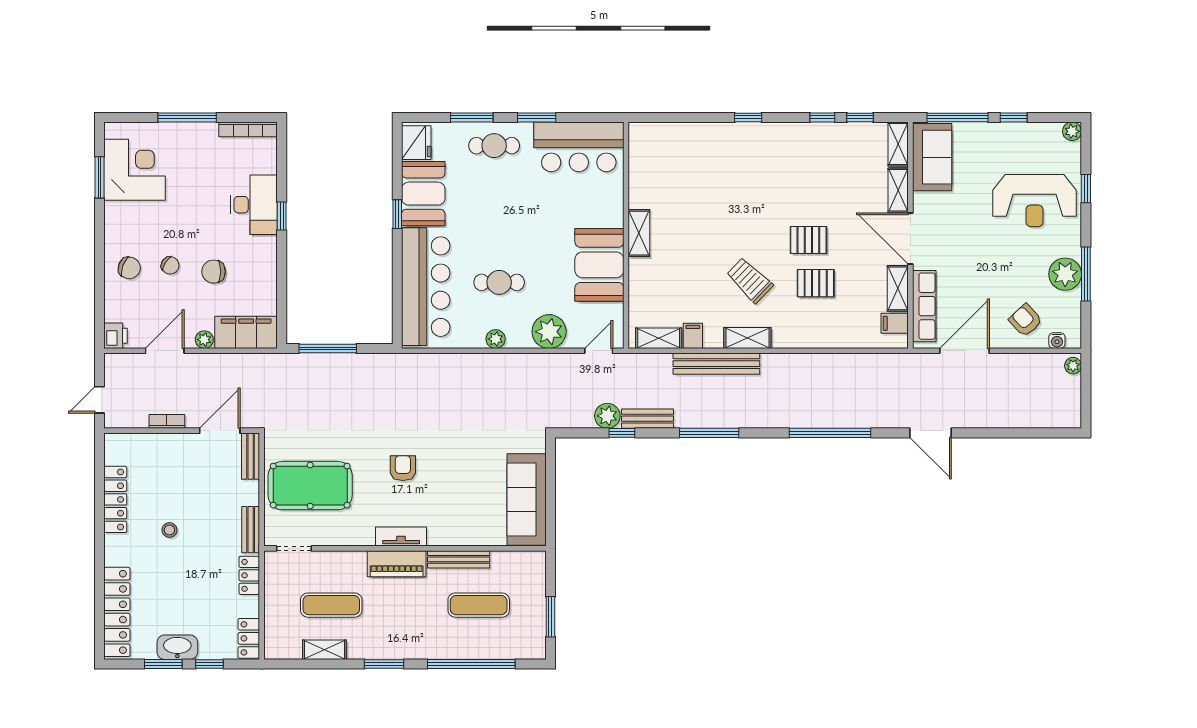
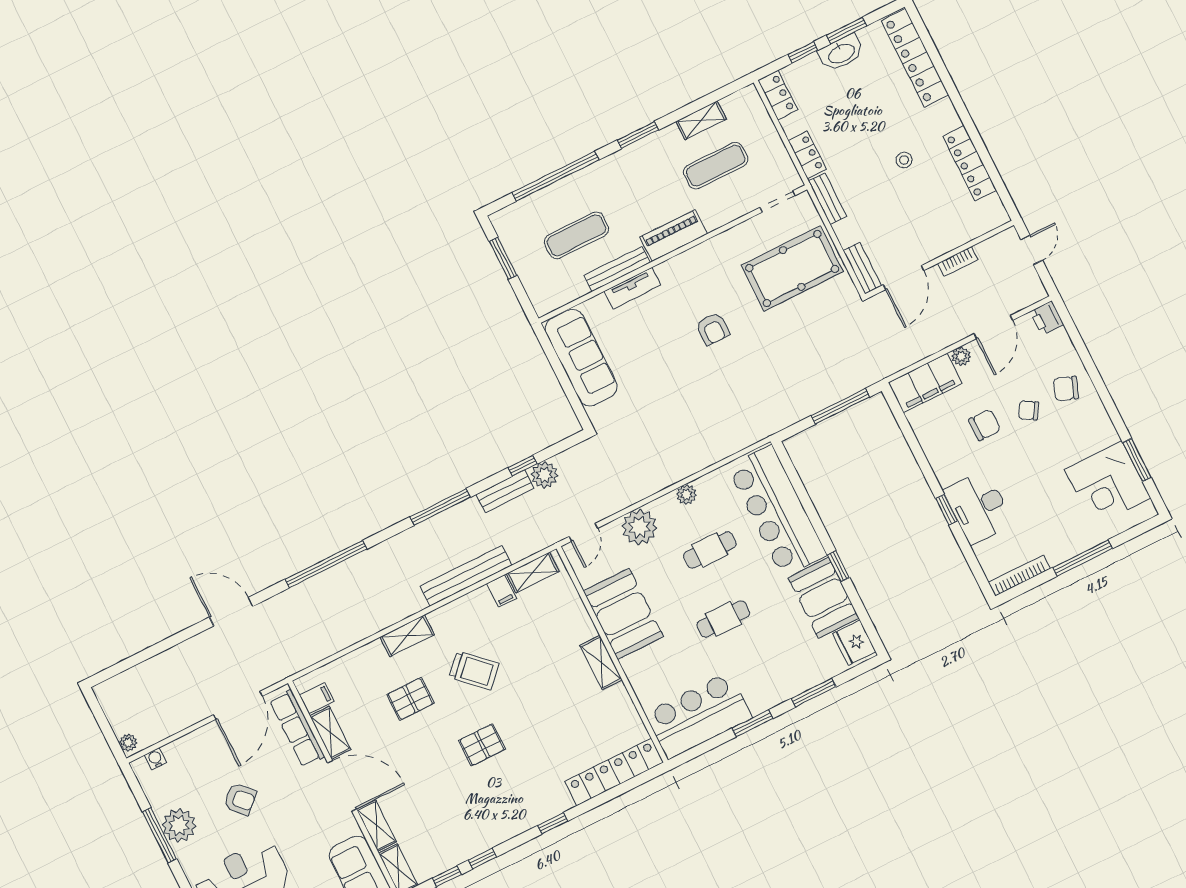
locker: (674, 135) -> (614, 772), added
cafe table: (494, 146) -> (723, 619), moved
pallet: (808, 240) -> (482, 745), moved
armchair: (1025, 320) -> (240, 799), moved
shelving: (747, 338) -> (407, 636), moved
tv unit: (401, 537) -> (632, 288), moved

